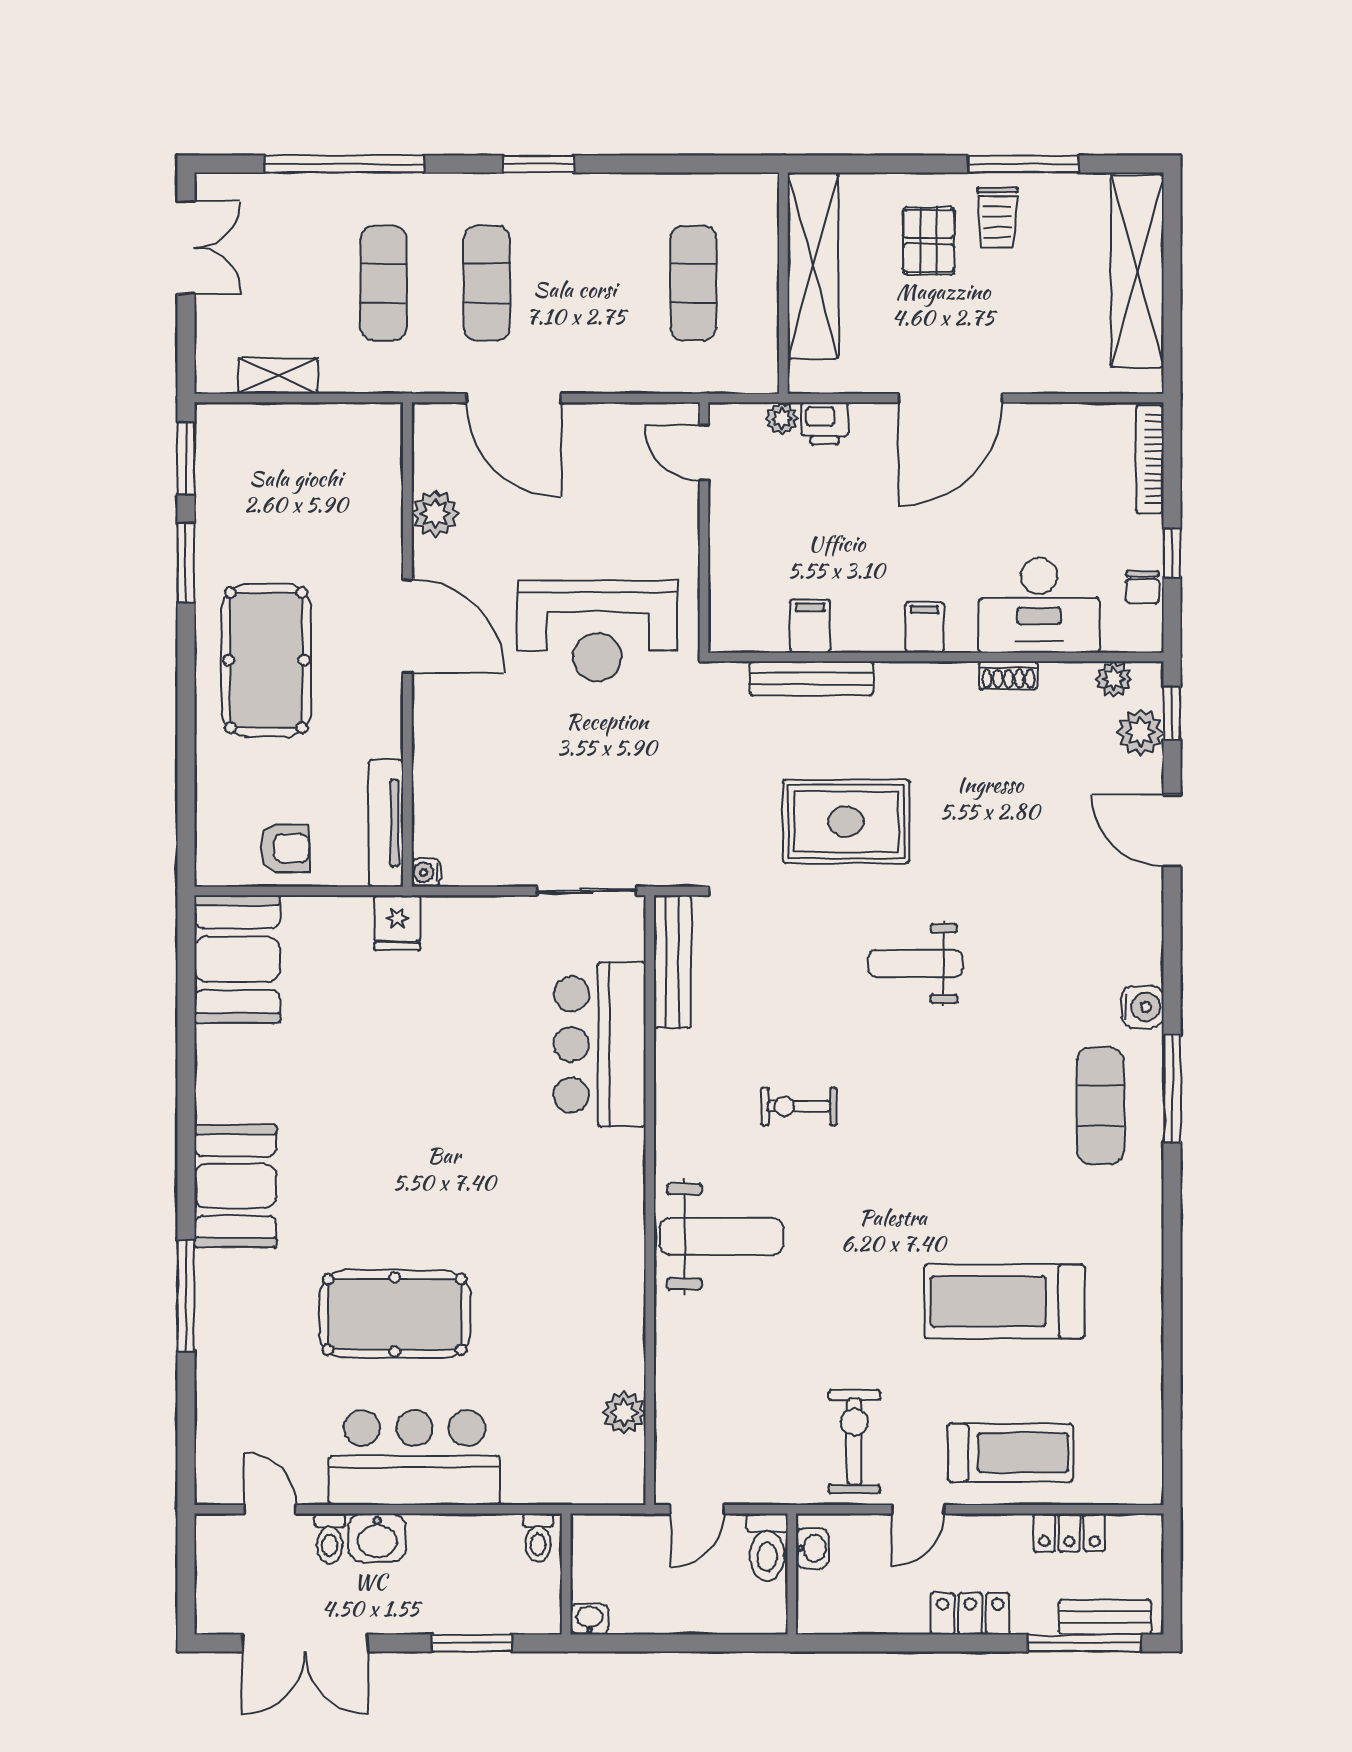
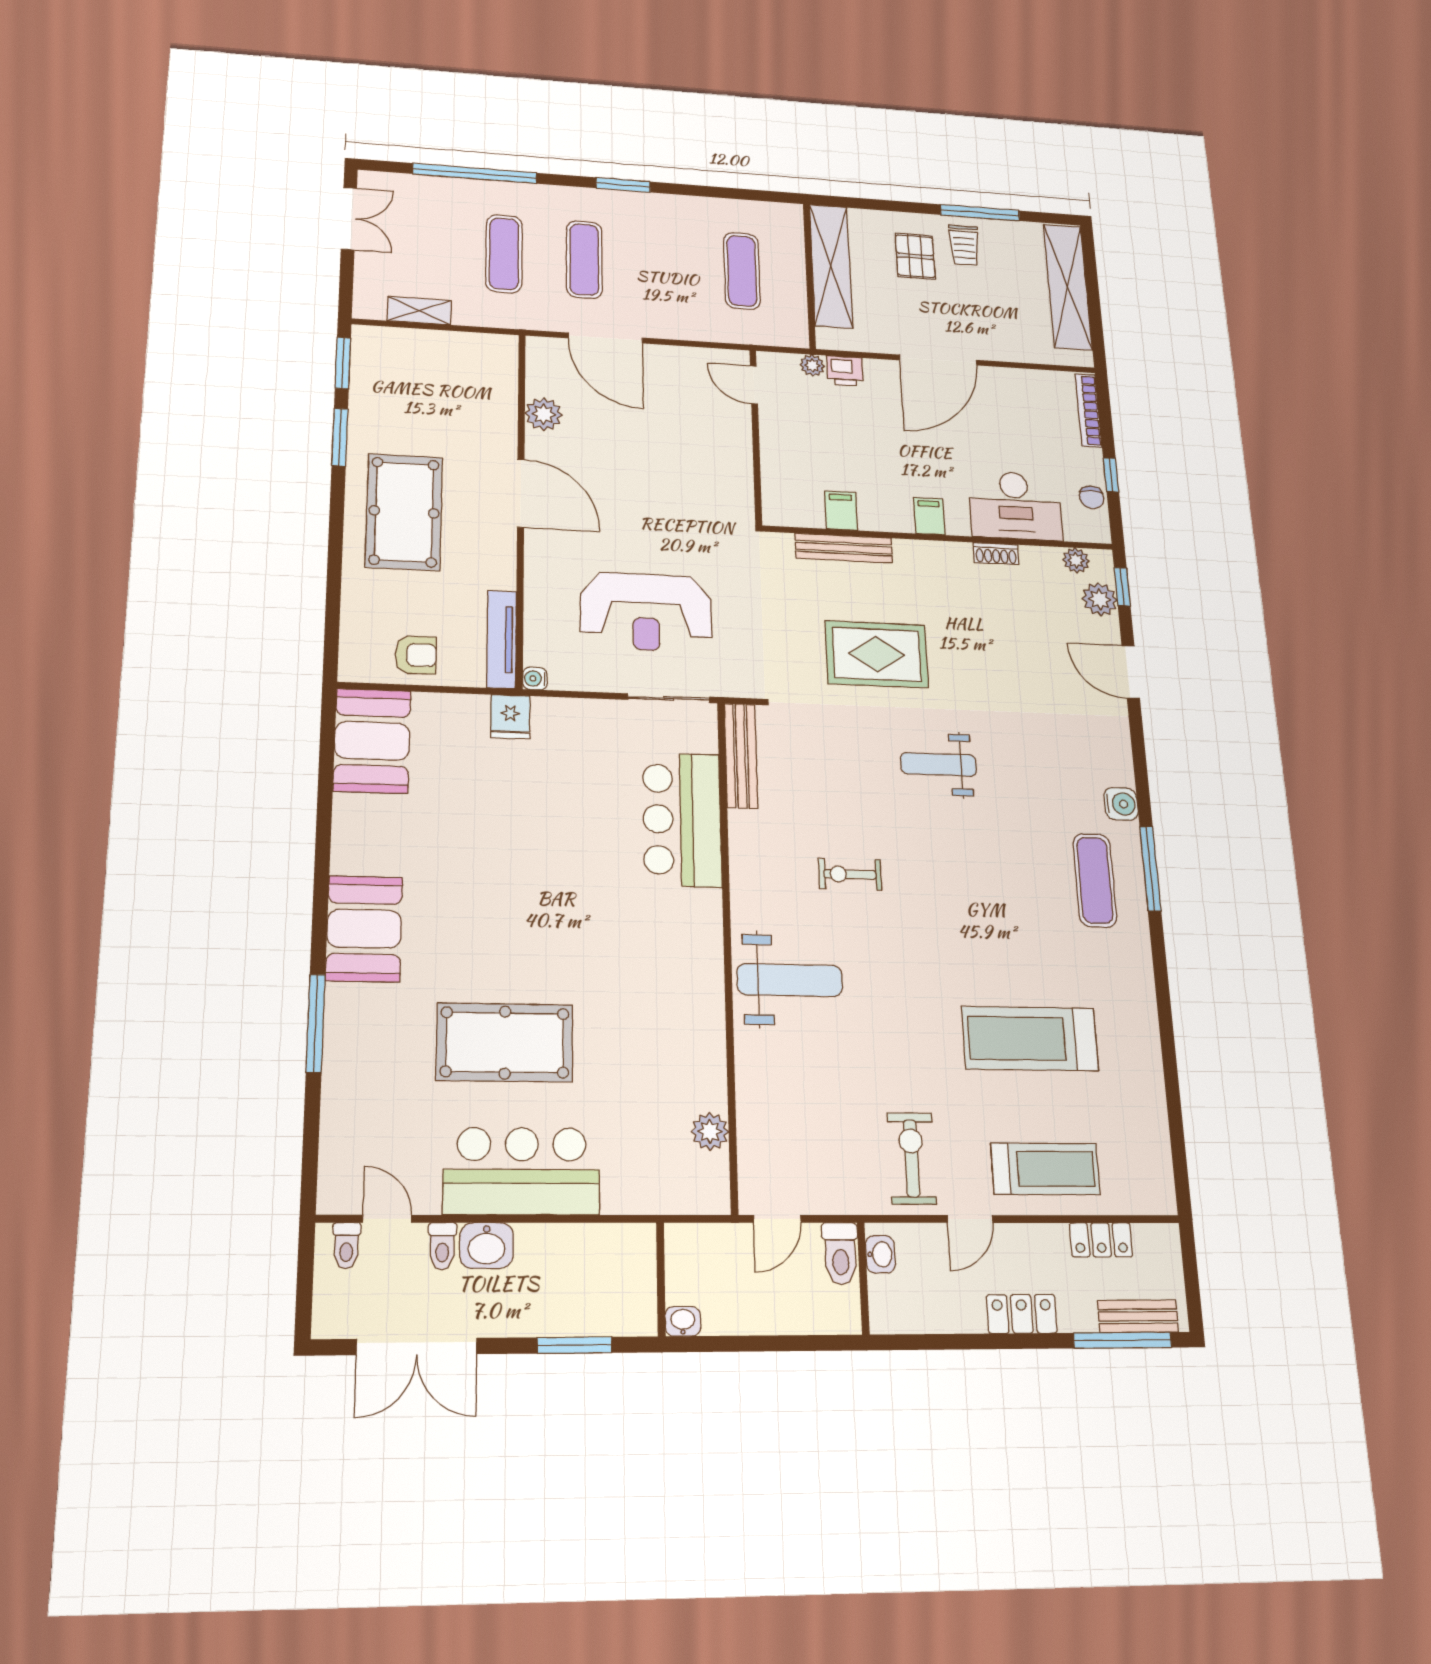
reception desk: (597, 631) -> (646, 612), moved
toilet: (538, 1538) -> (346, 1246), moved

